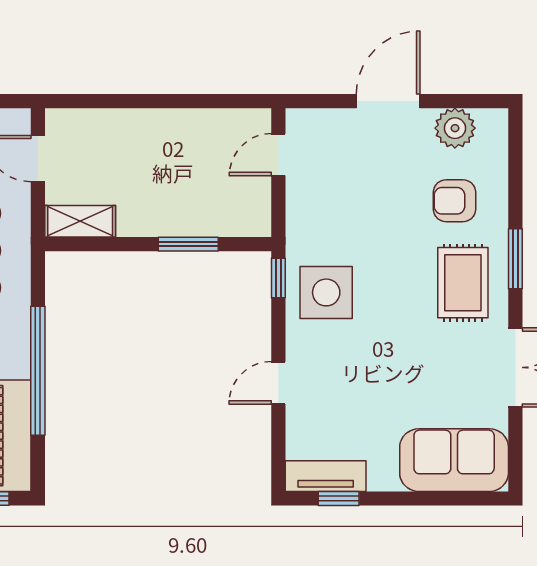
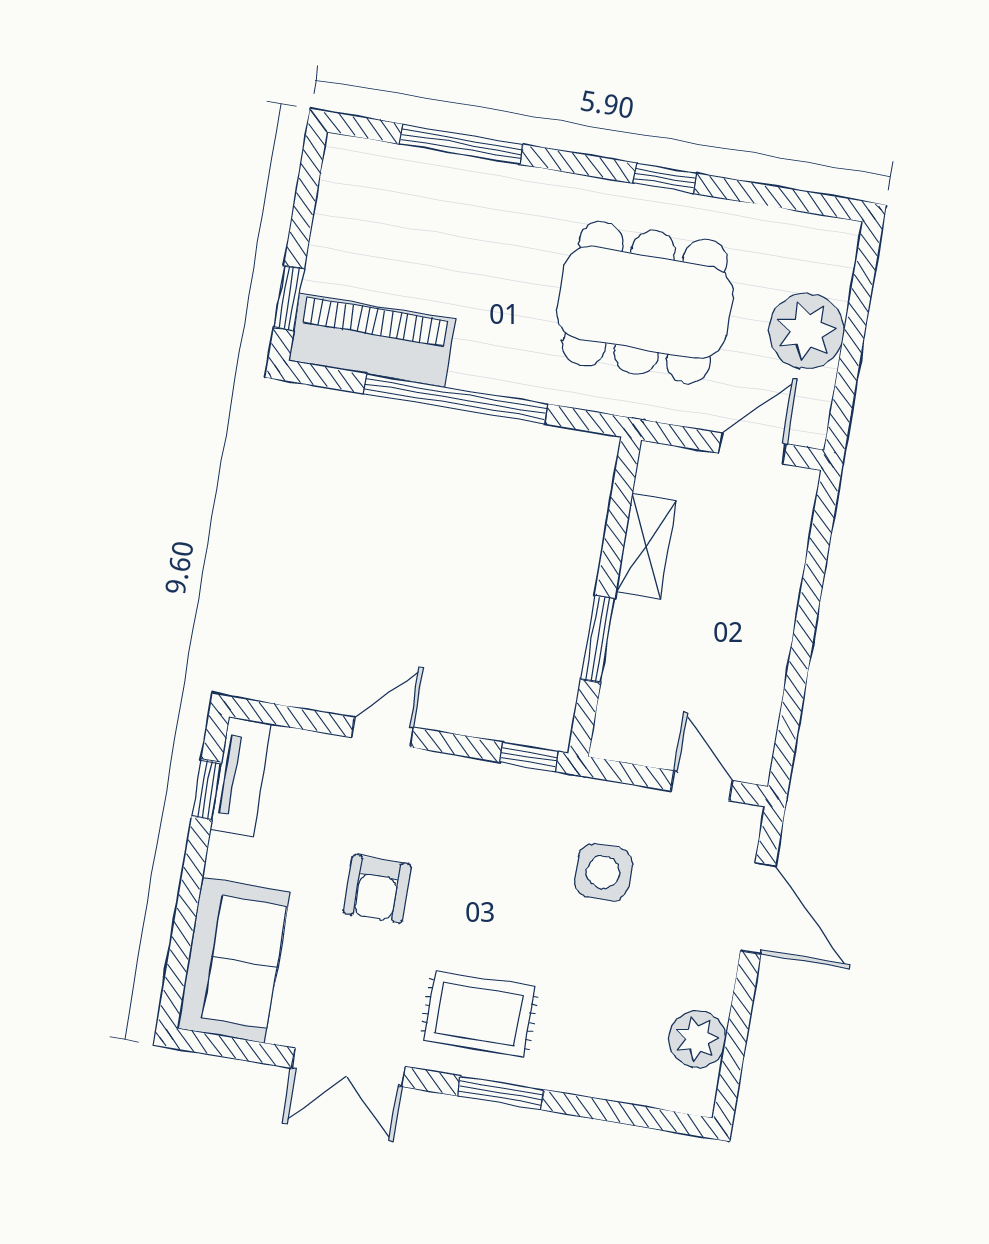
door: (388, 101) -> (758, 908), moved
armchair: (455, 201) -> (377, 889), moved, turned 180
shelving: (80, 221) -> (646, 546), moved
side table: (326, 292) -> (603, 872), moved, width x0.73, depth x0.73
door: (278, 383) -> (382, 732), hinge flipped

